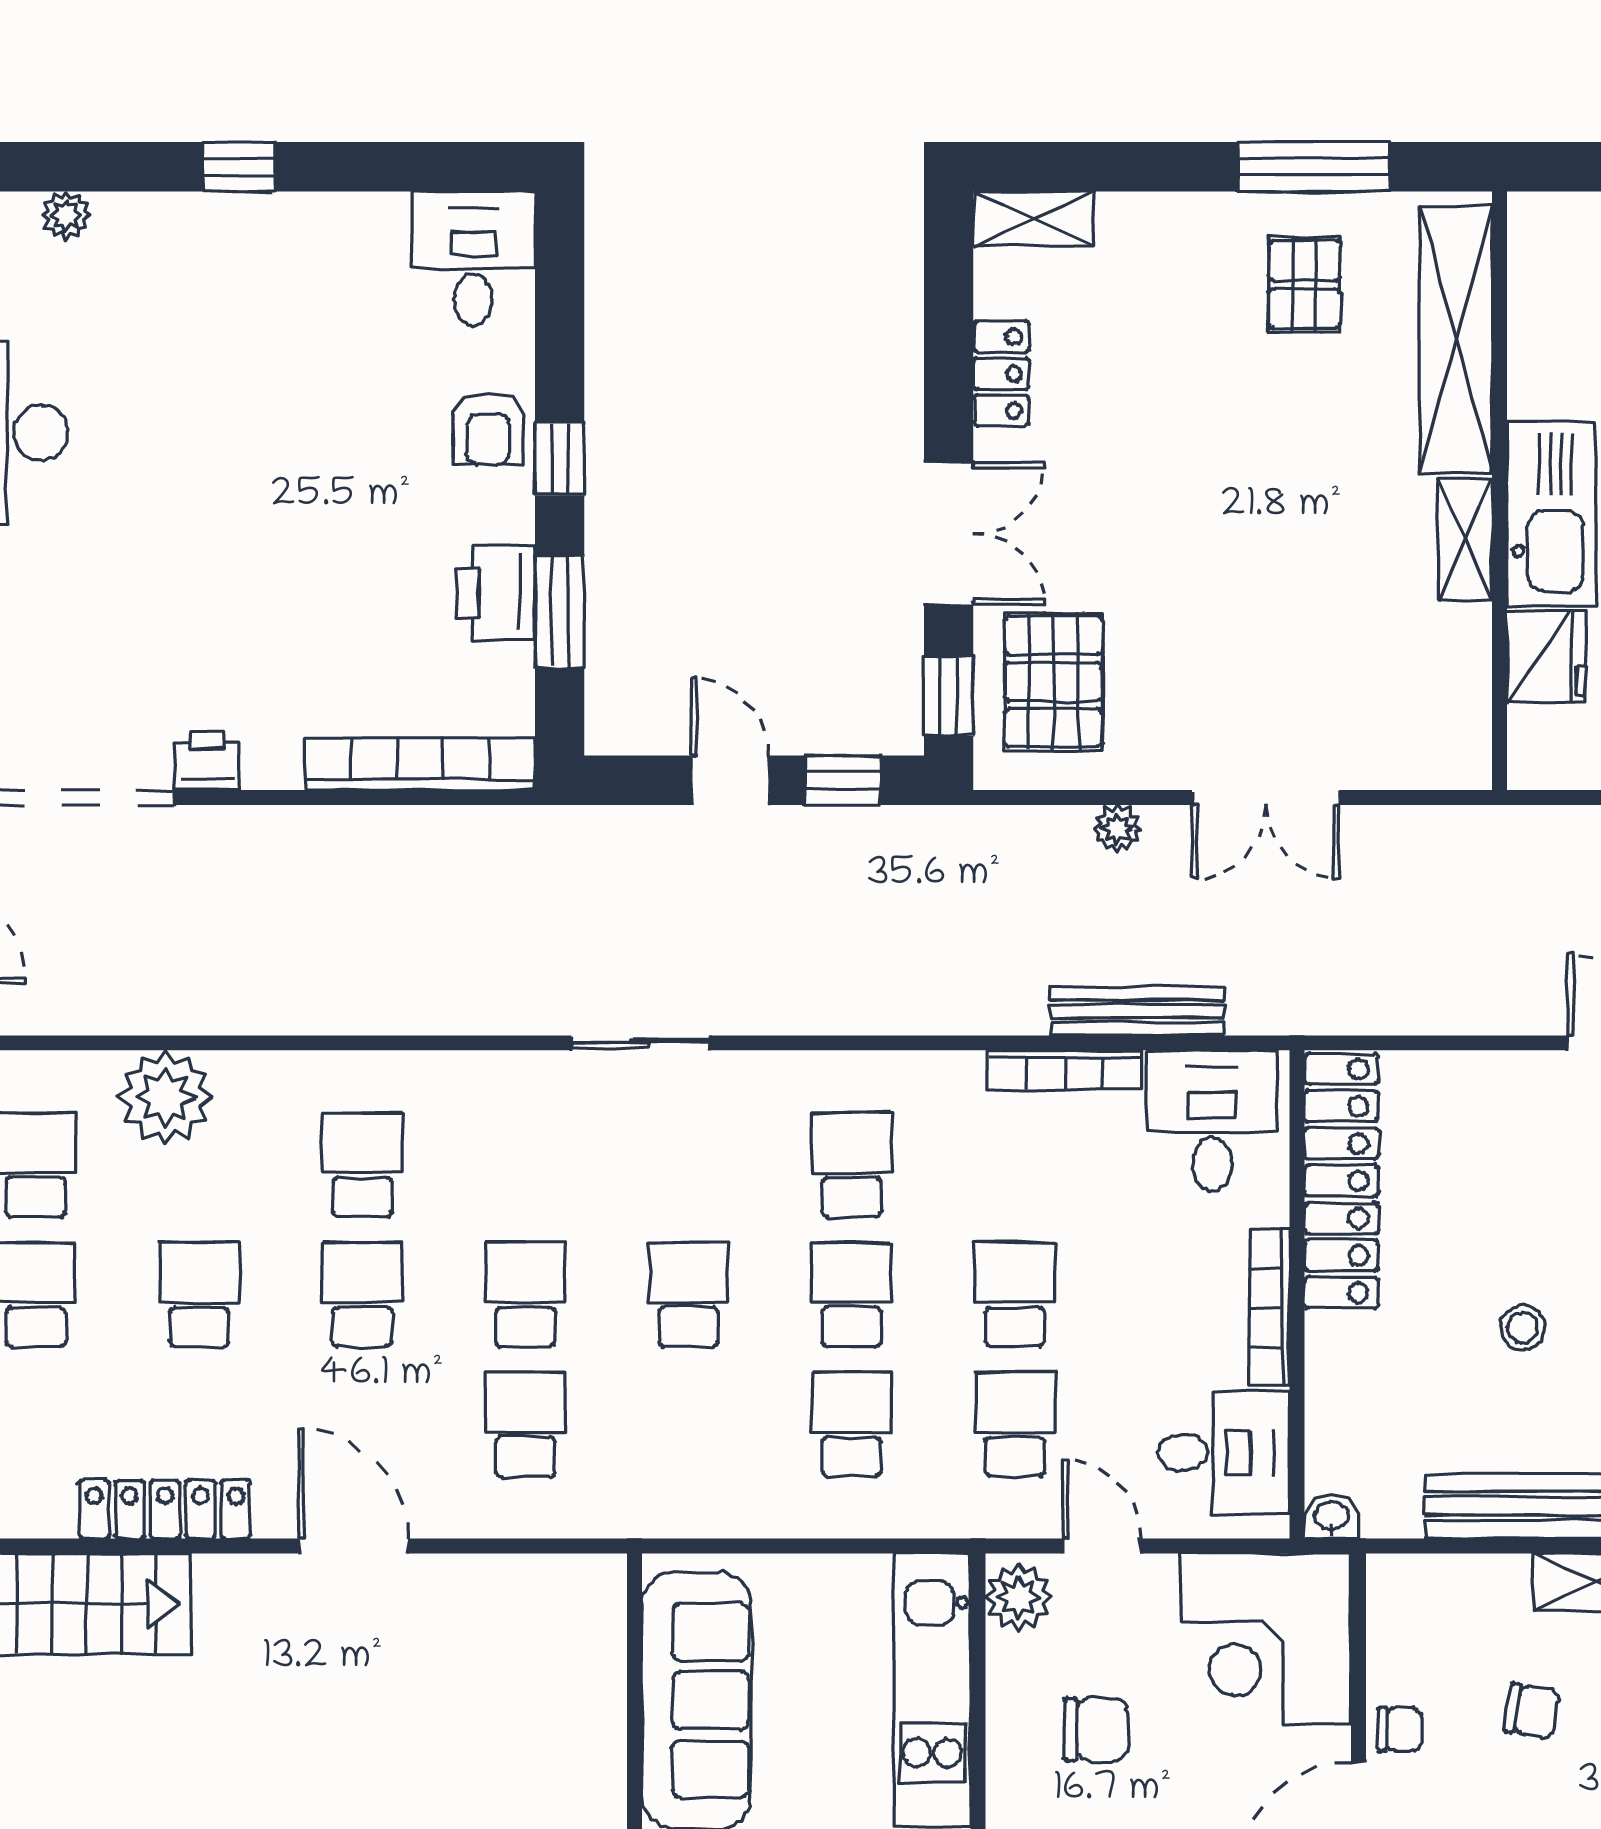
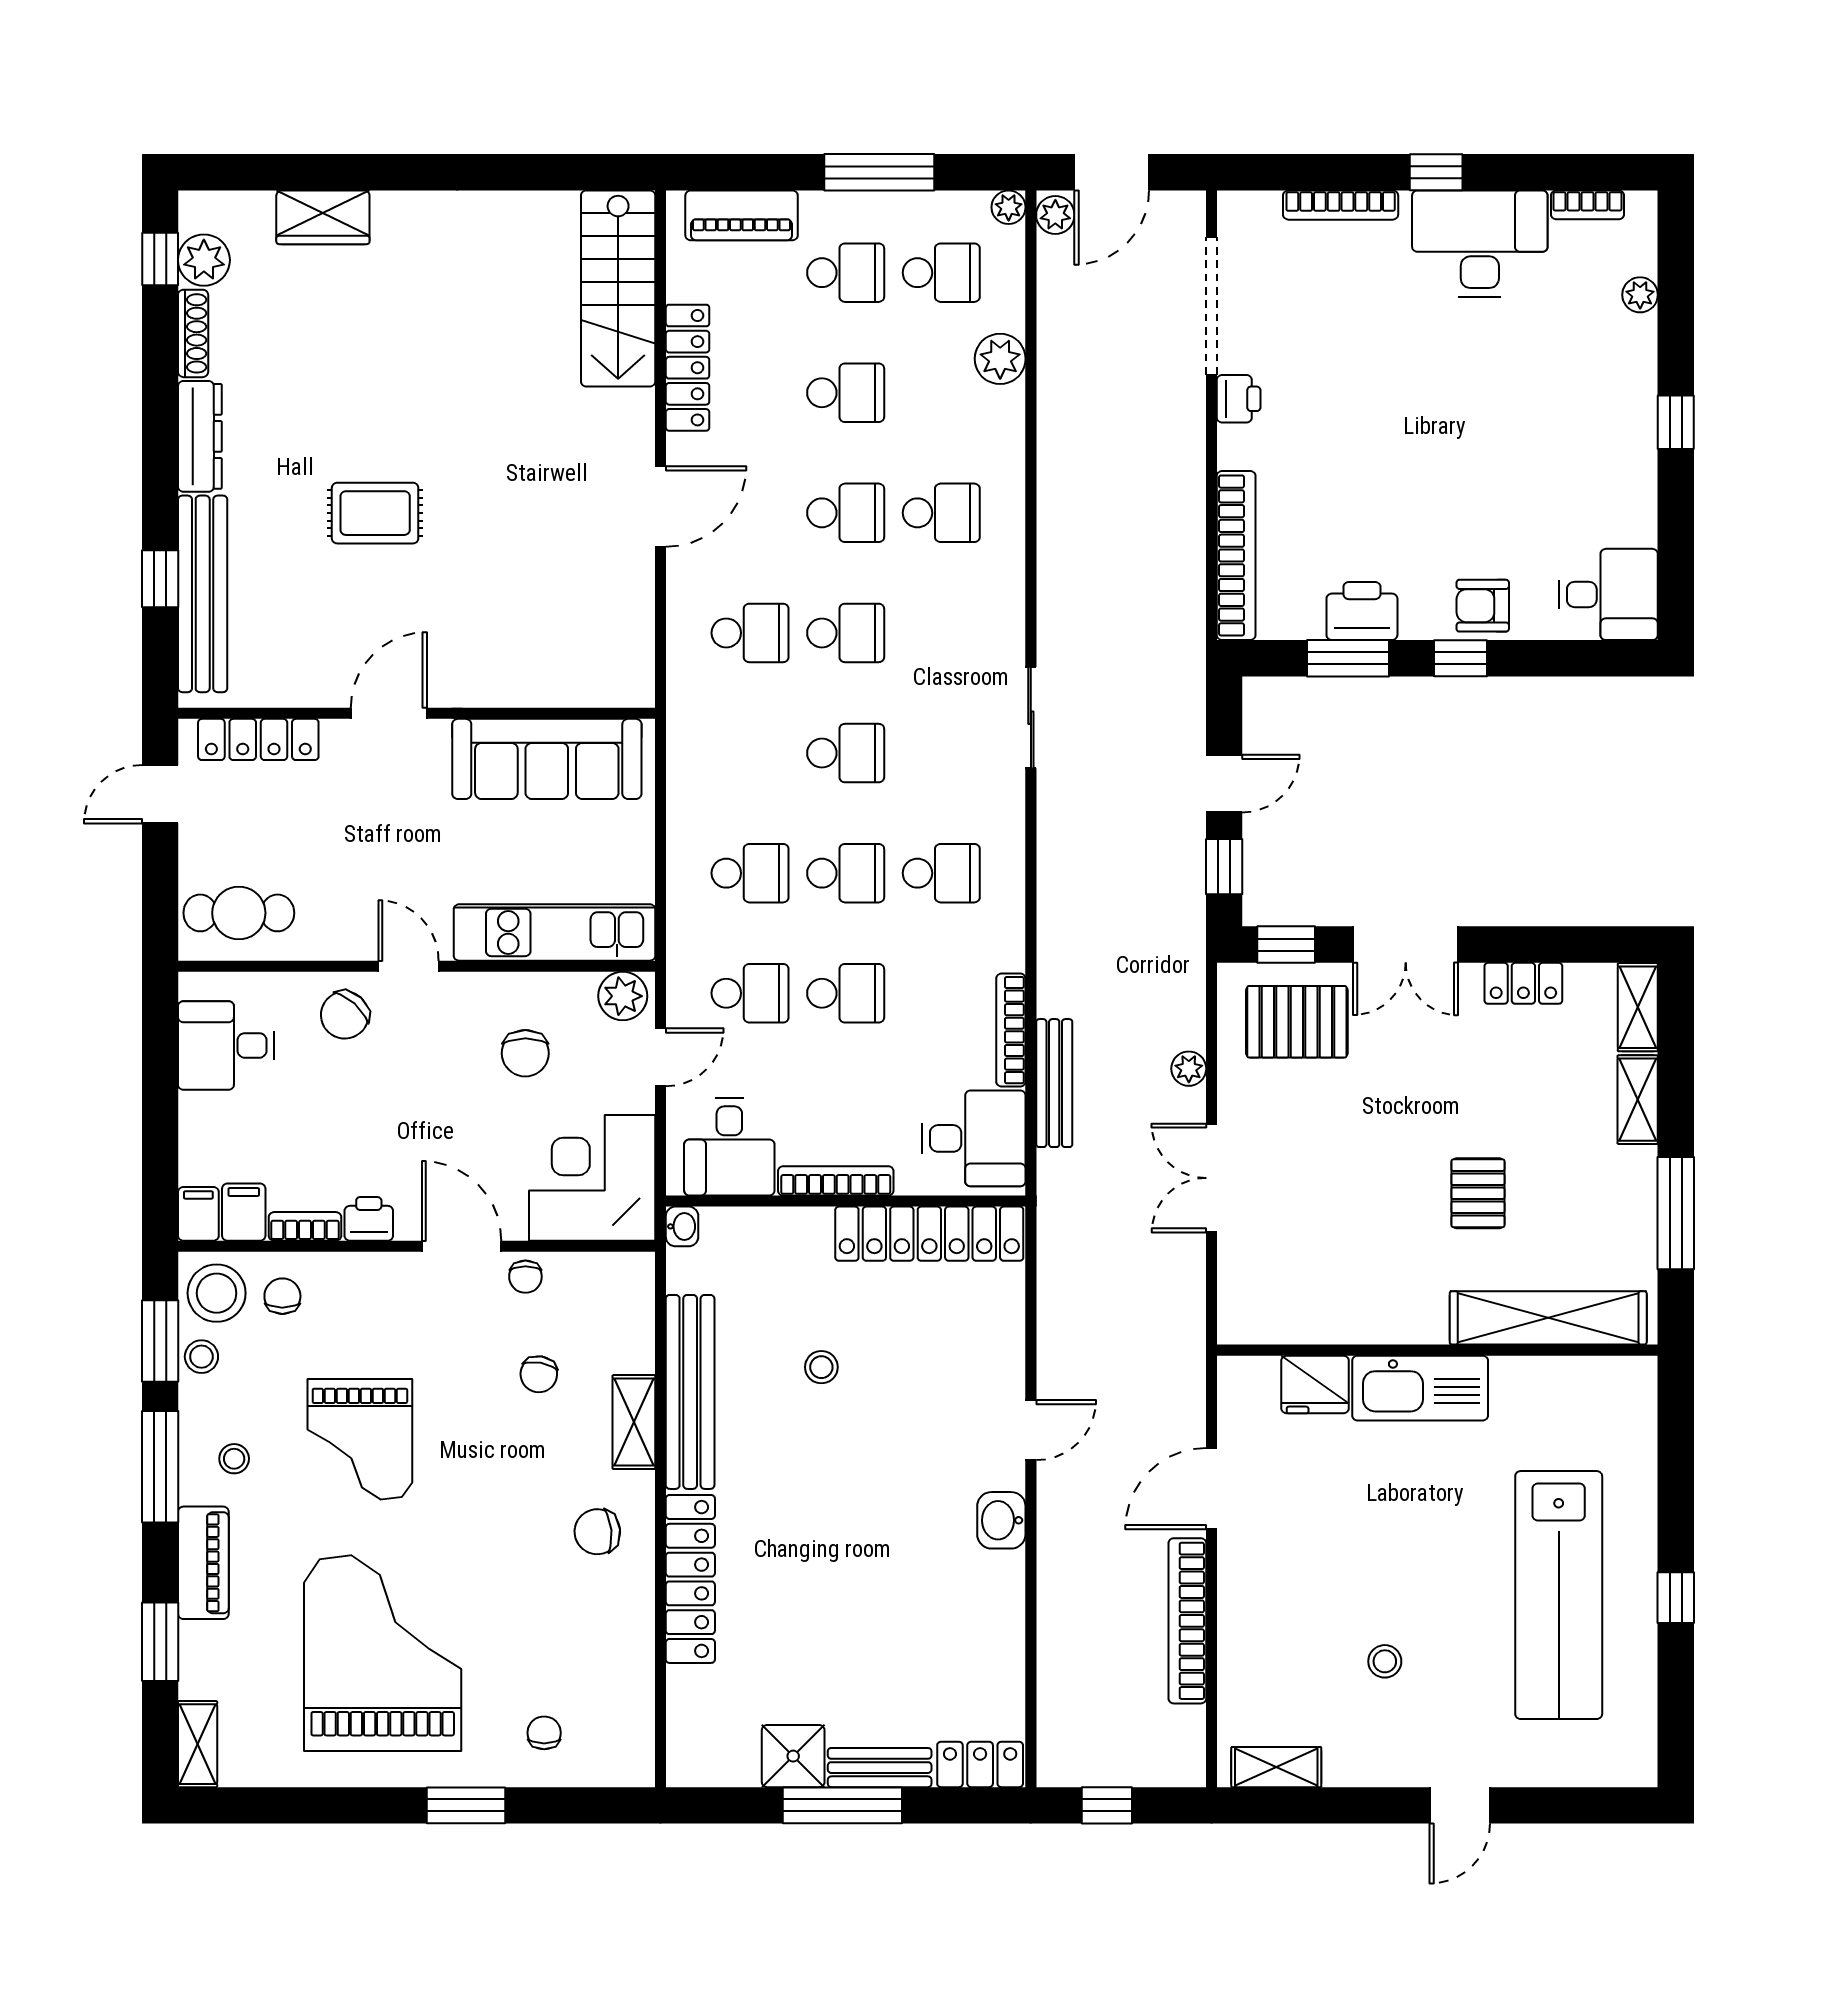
pallet: (1304, 284) -> (1478, 1193), moved, turned 90
shelving: (1465, 539) -> (1638, 1100), moved, turned 90
plant: (165, 1097) -> (1000, 359), width x0.73, depth x0.73

